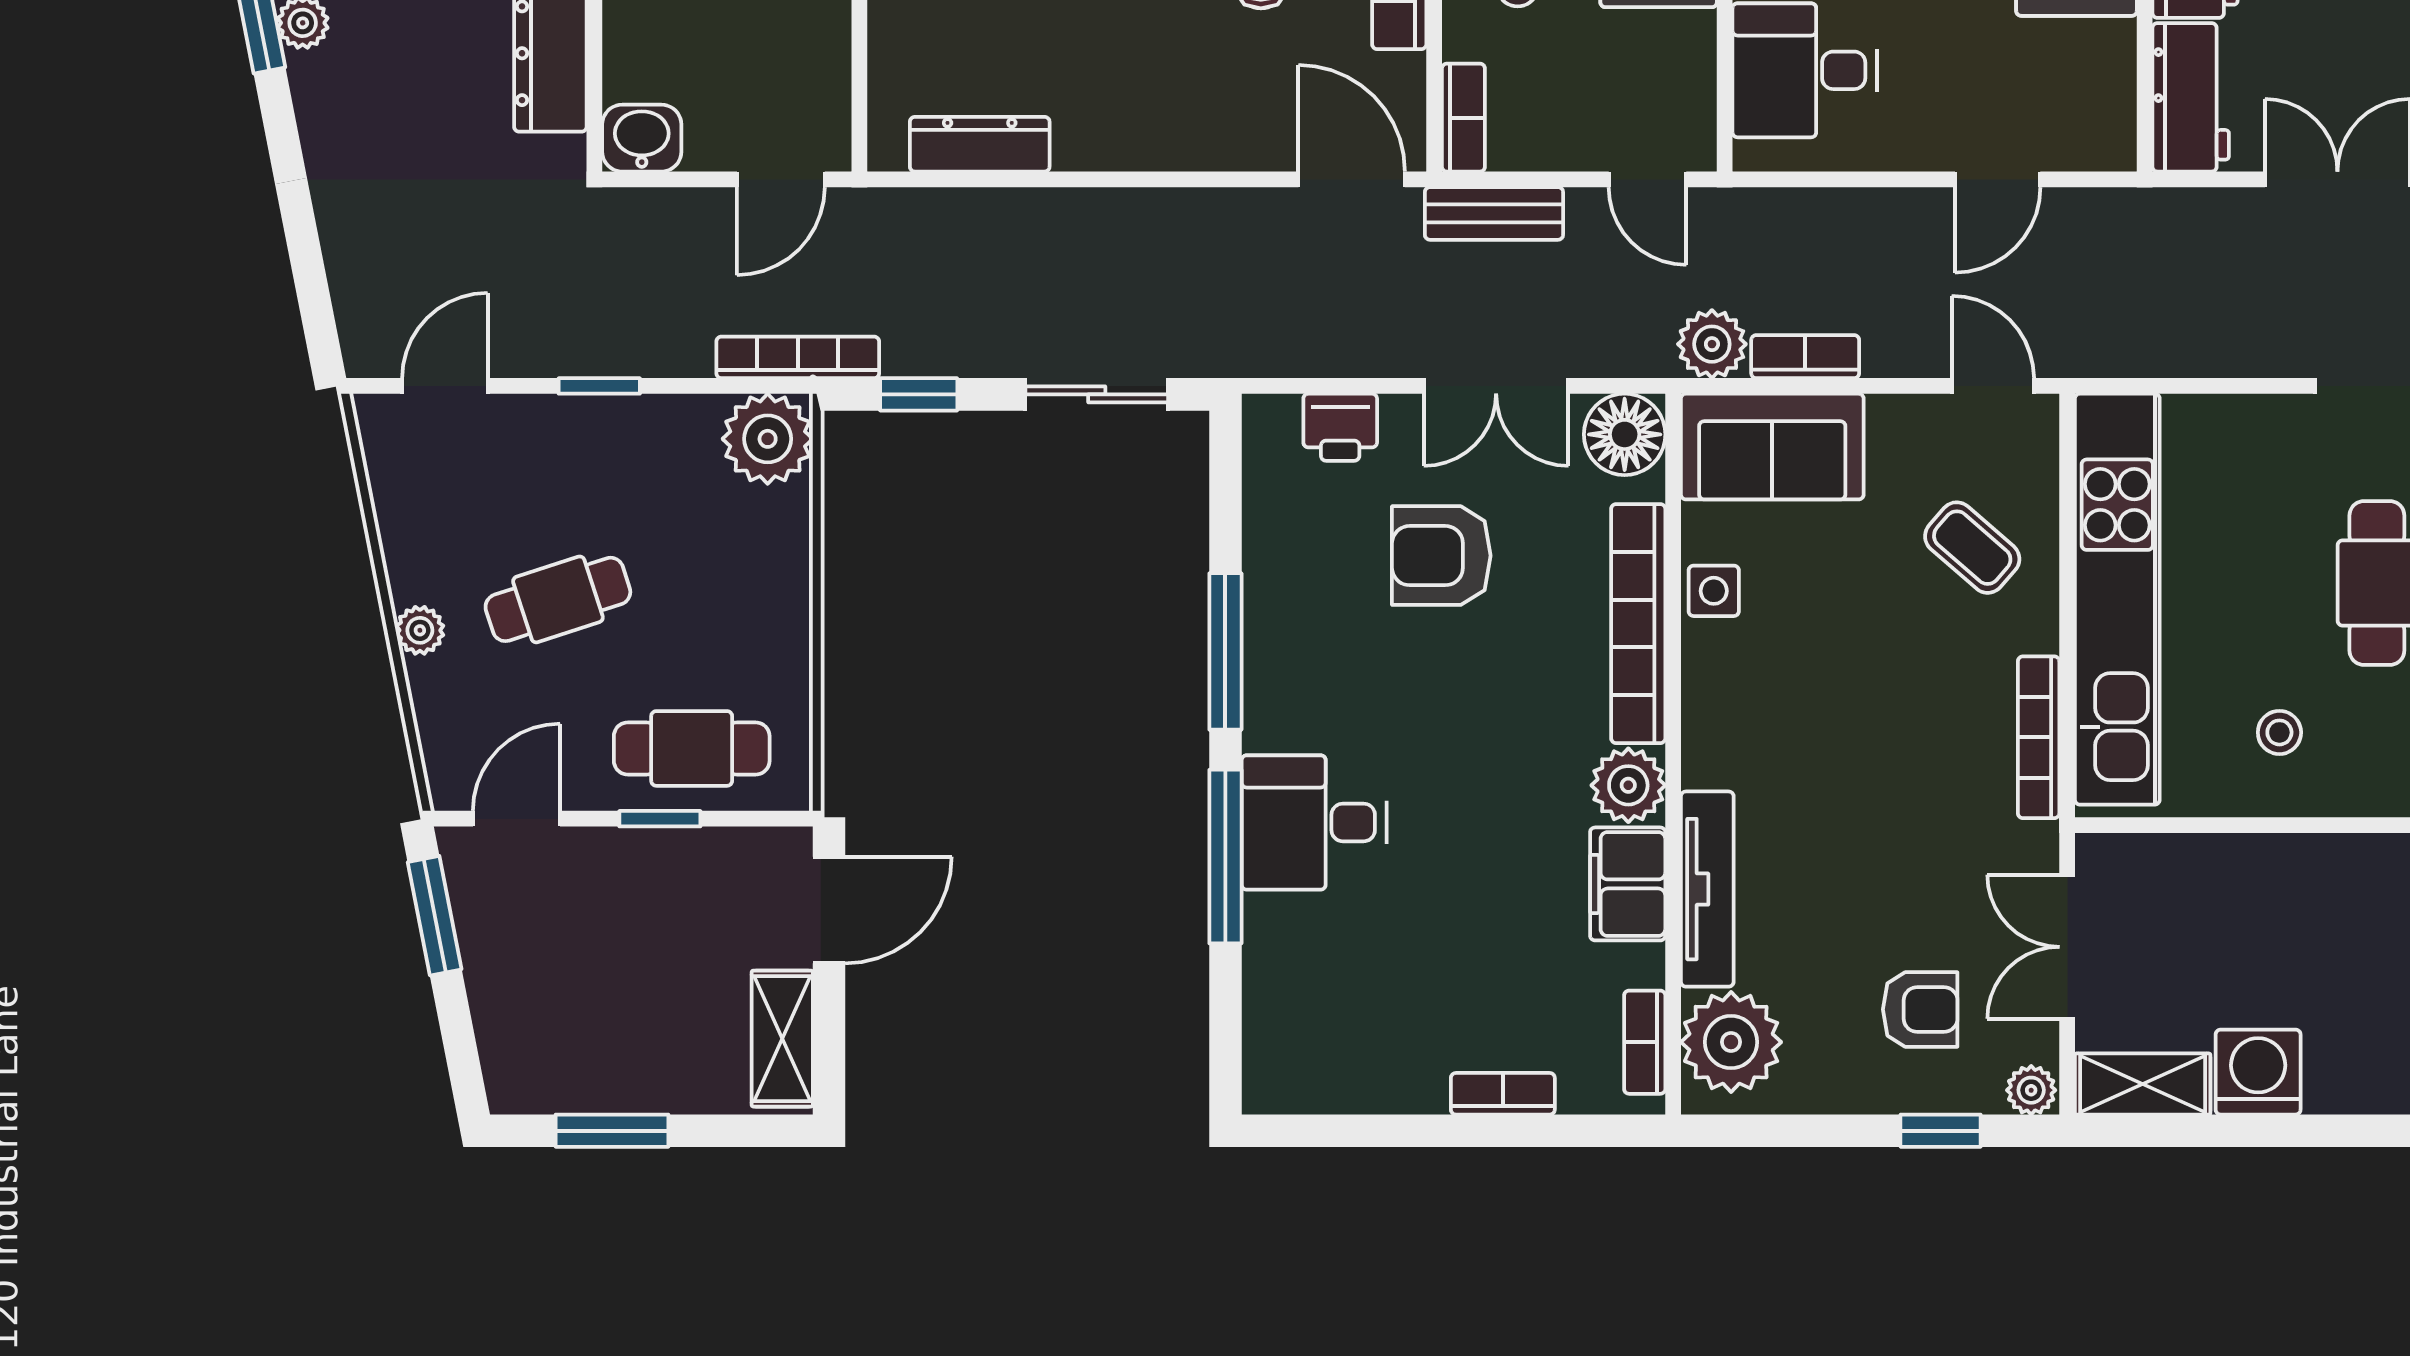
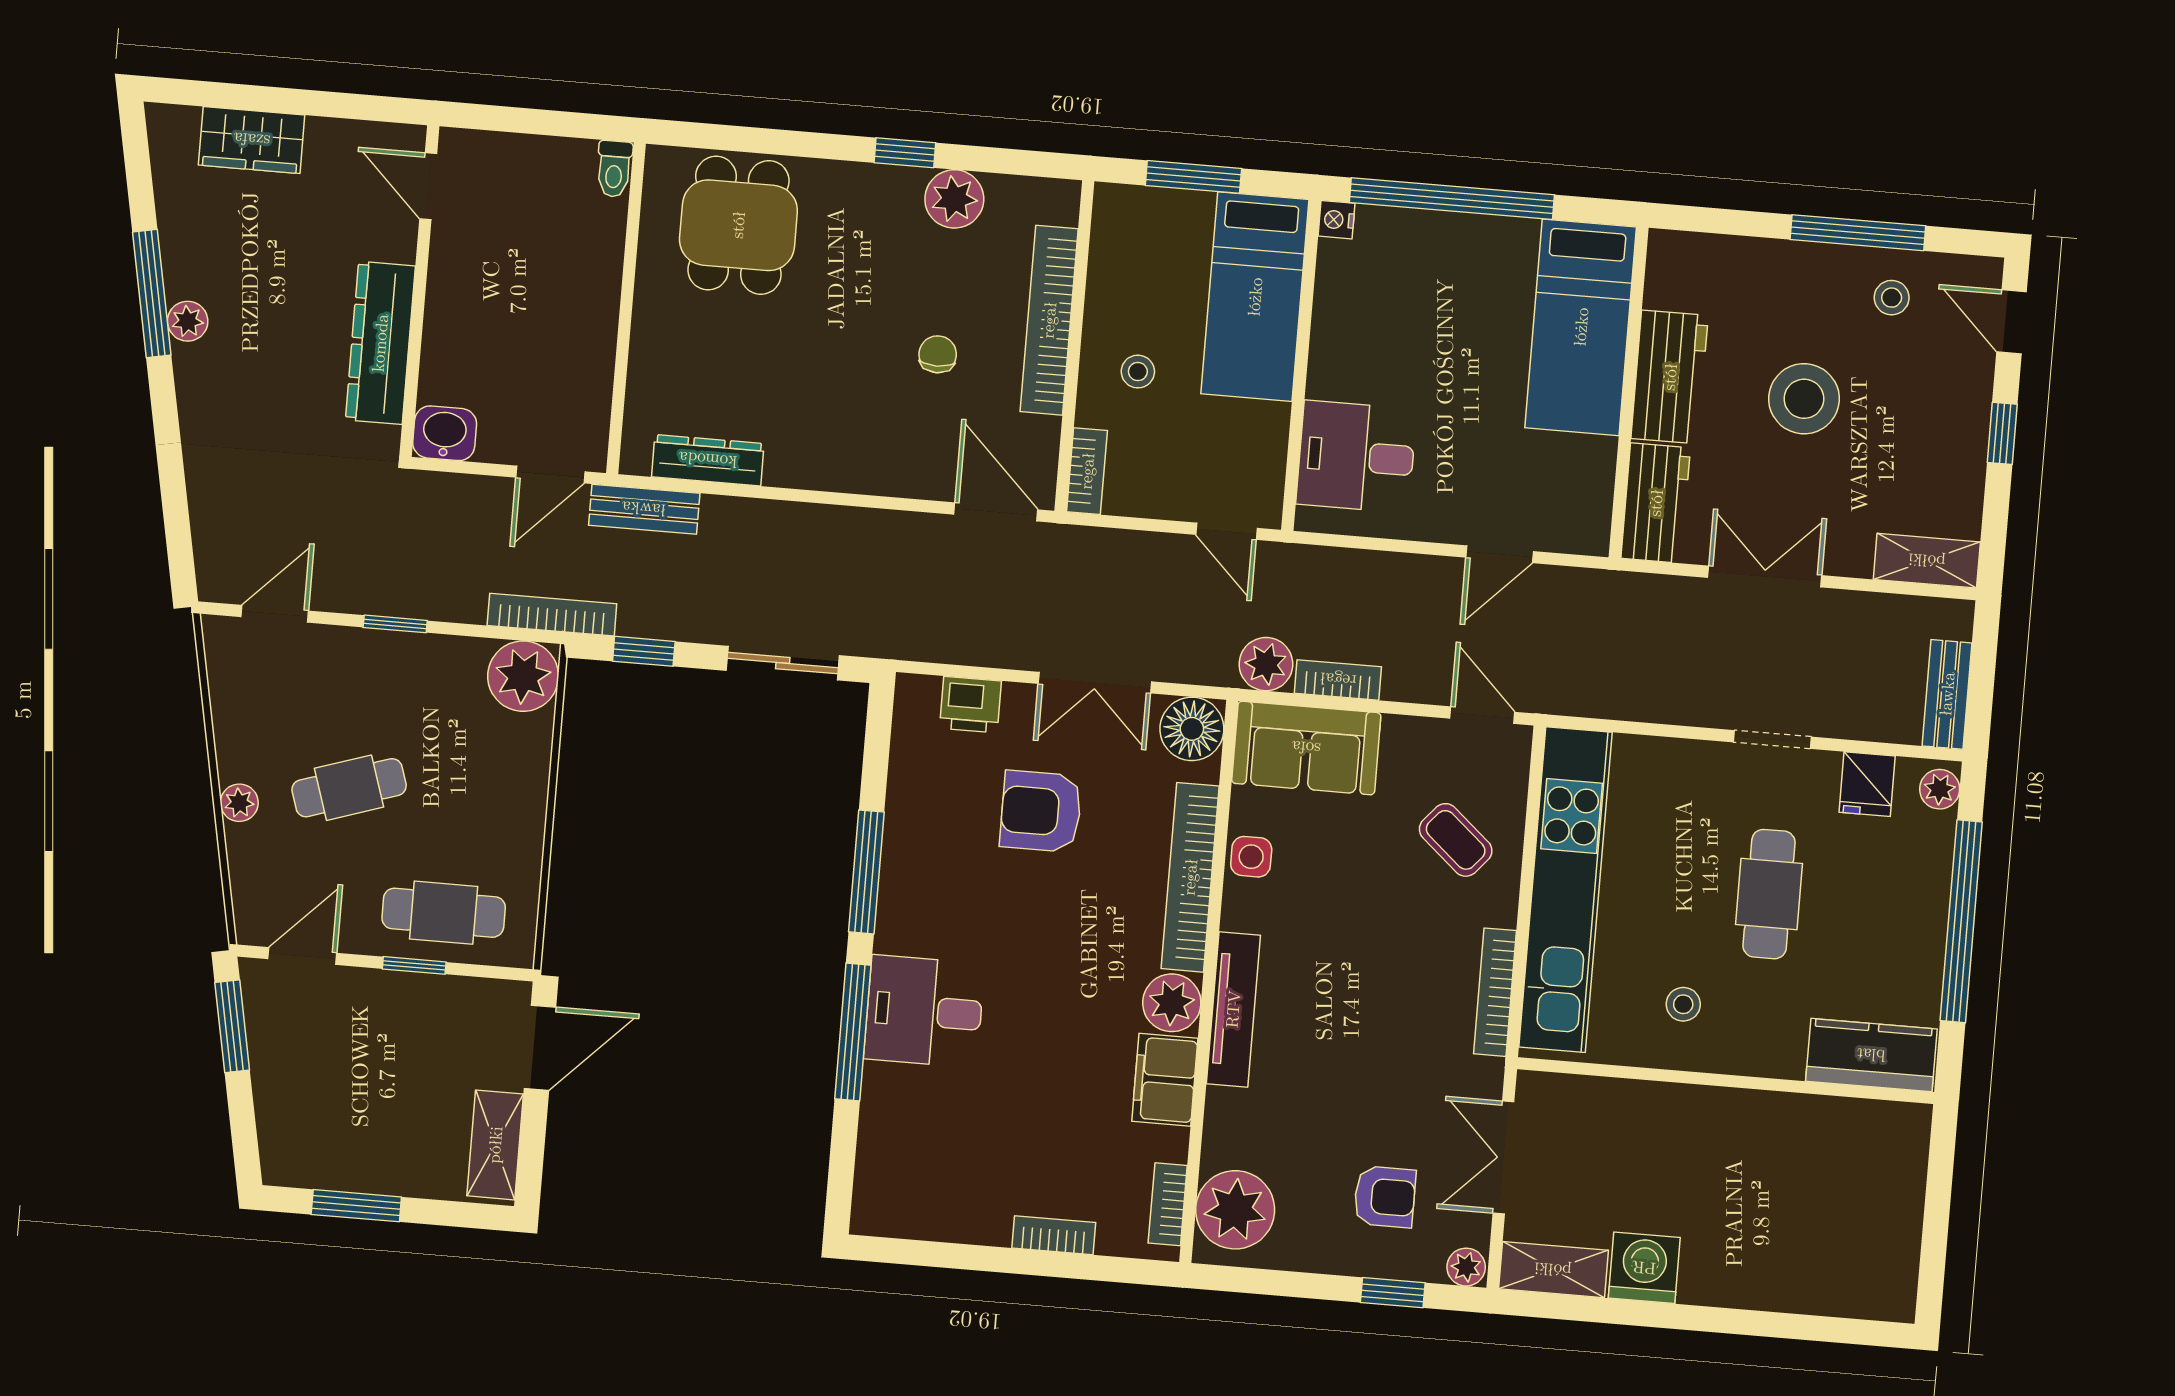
bench: (1494, 213) -> (644, 509), moved
tv unit: (1707, 889) -> (1233, 1009), moved

